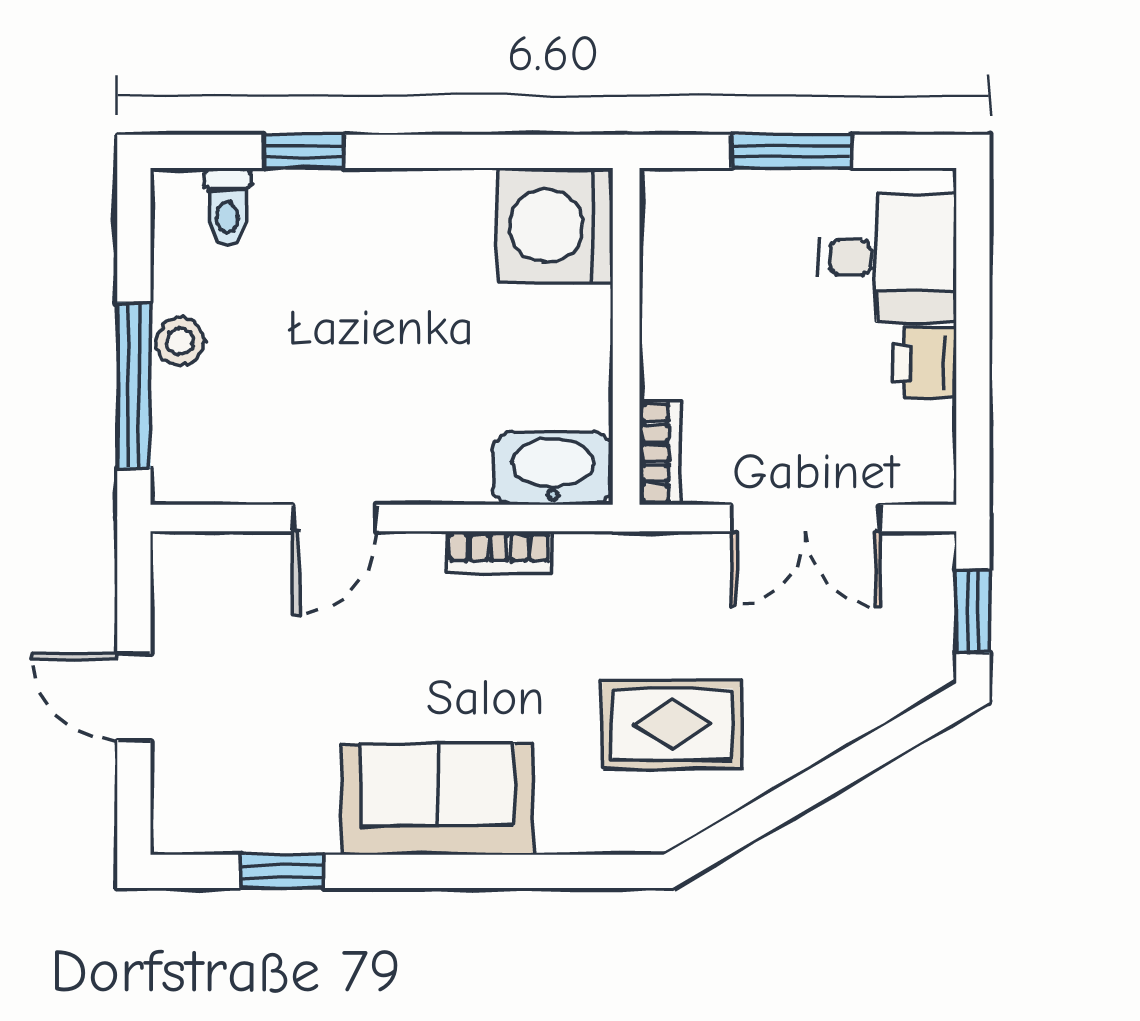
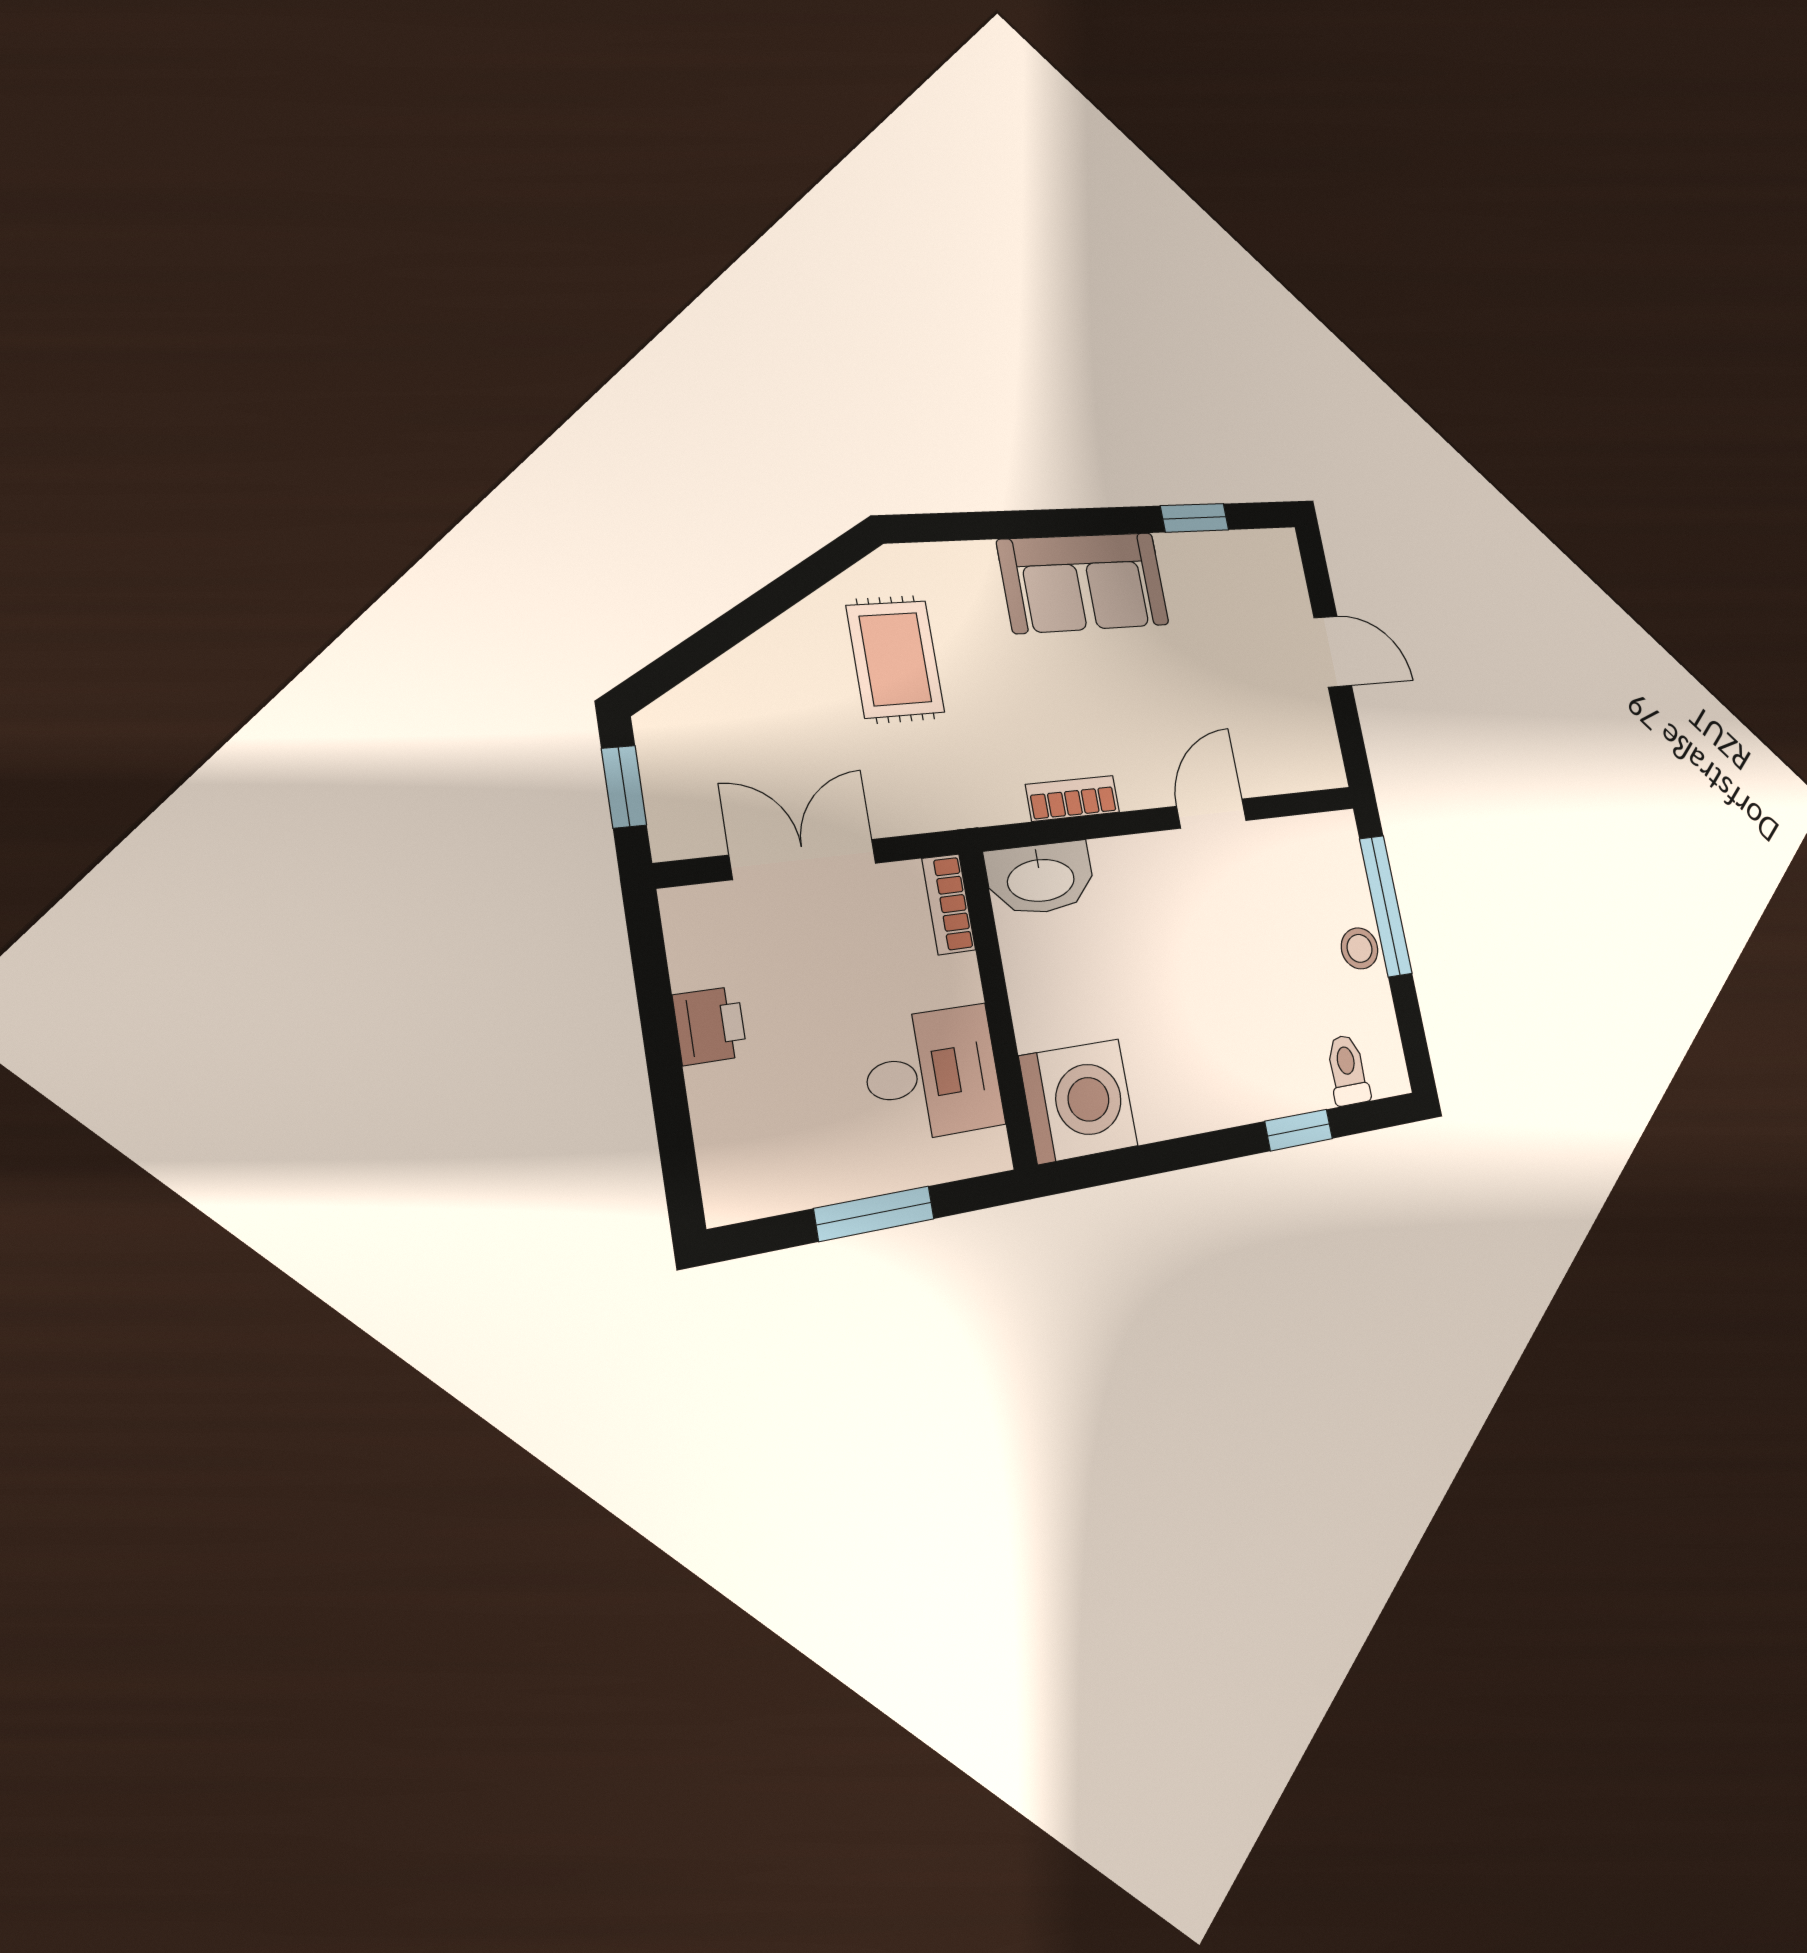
desk: (887, 258) -> (932, 1074), moved, turned 180
rug: (672, 724) -> (895, 659), turned 90

